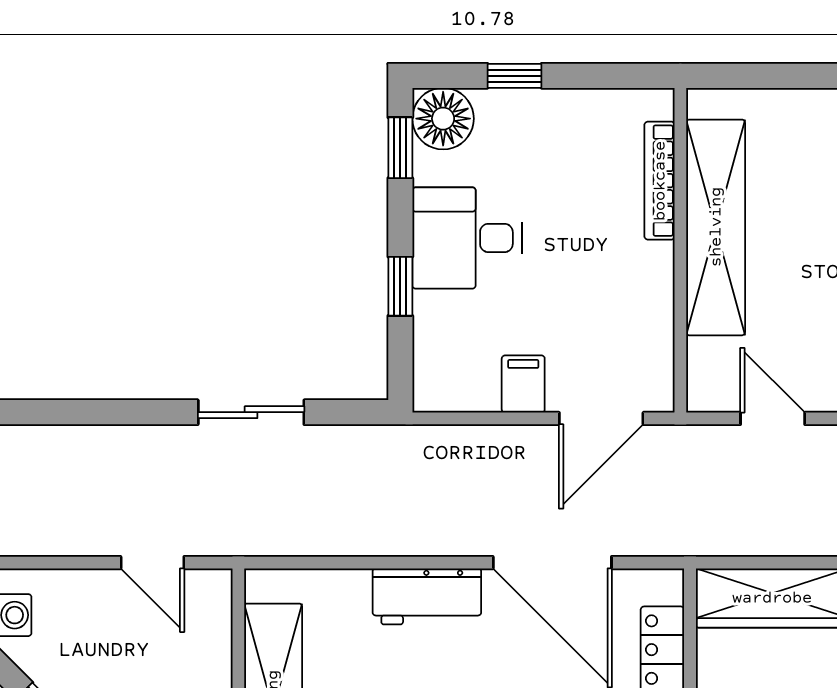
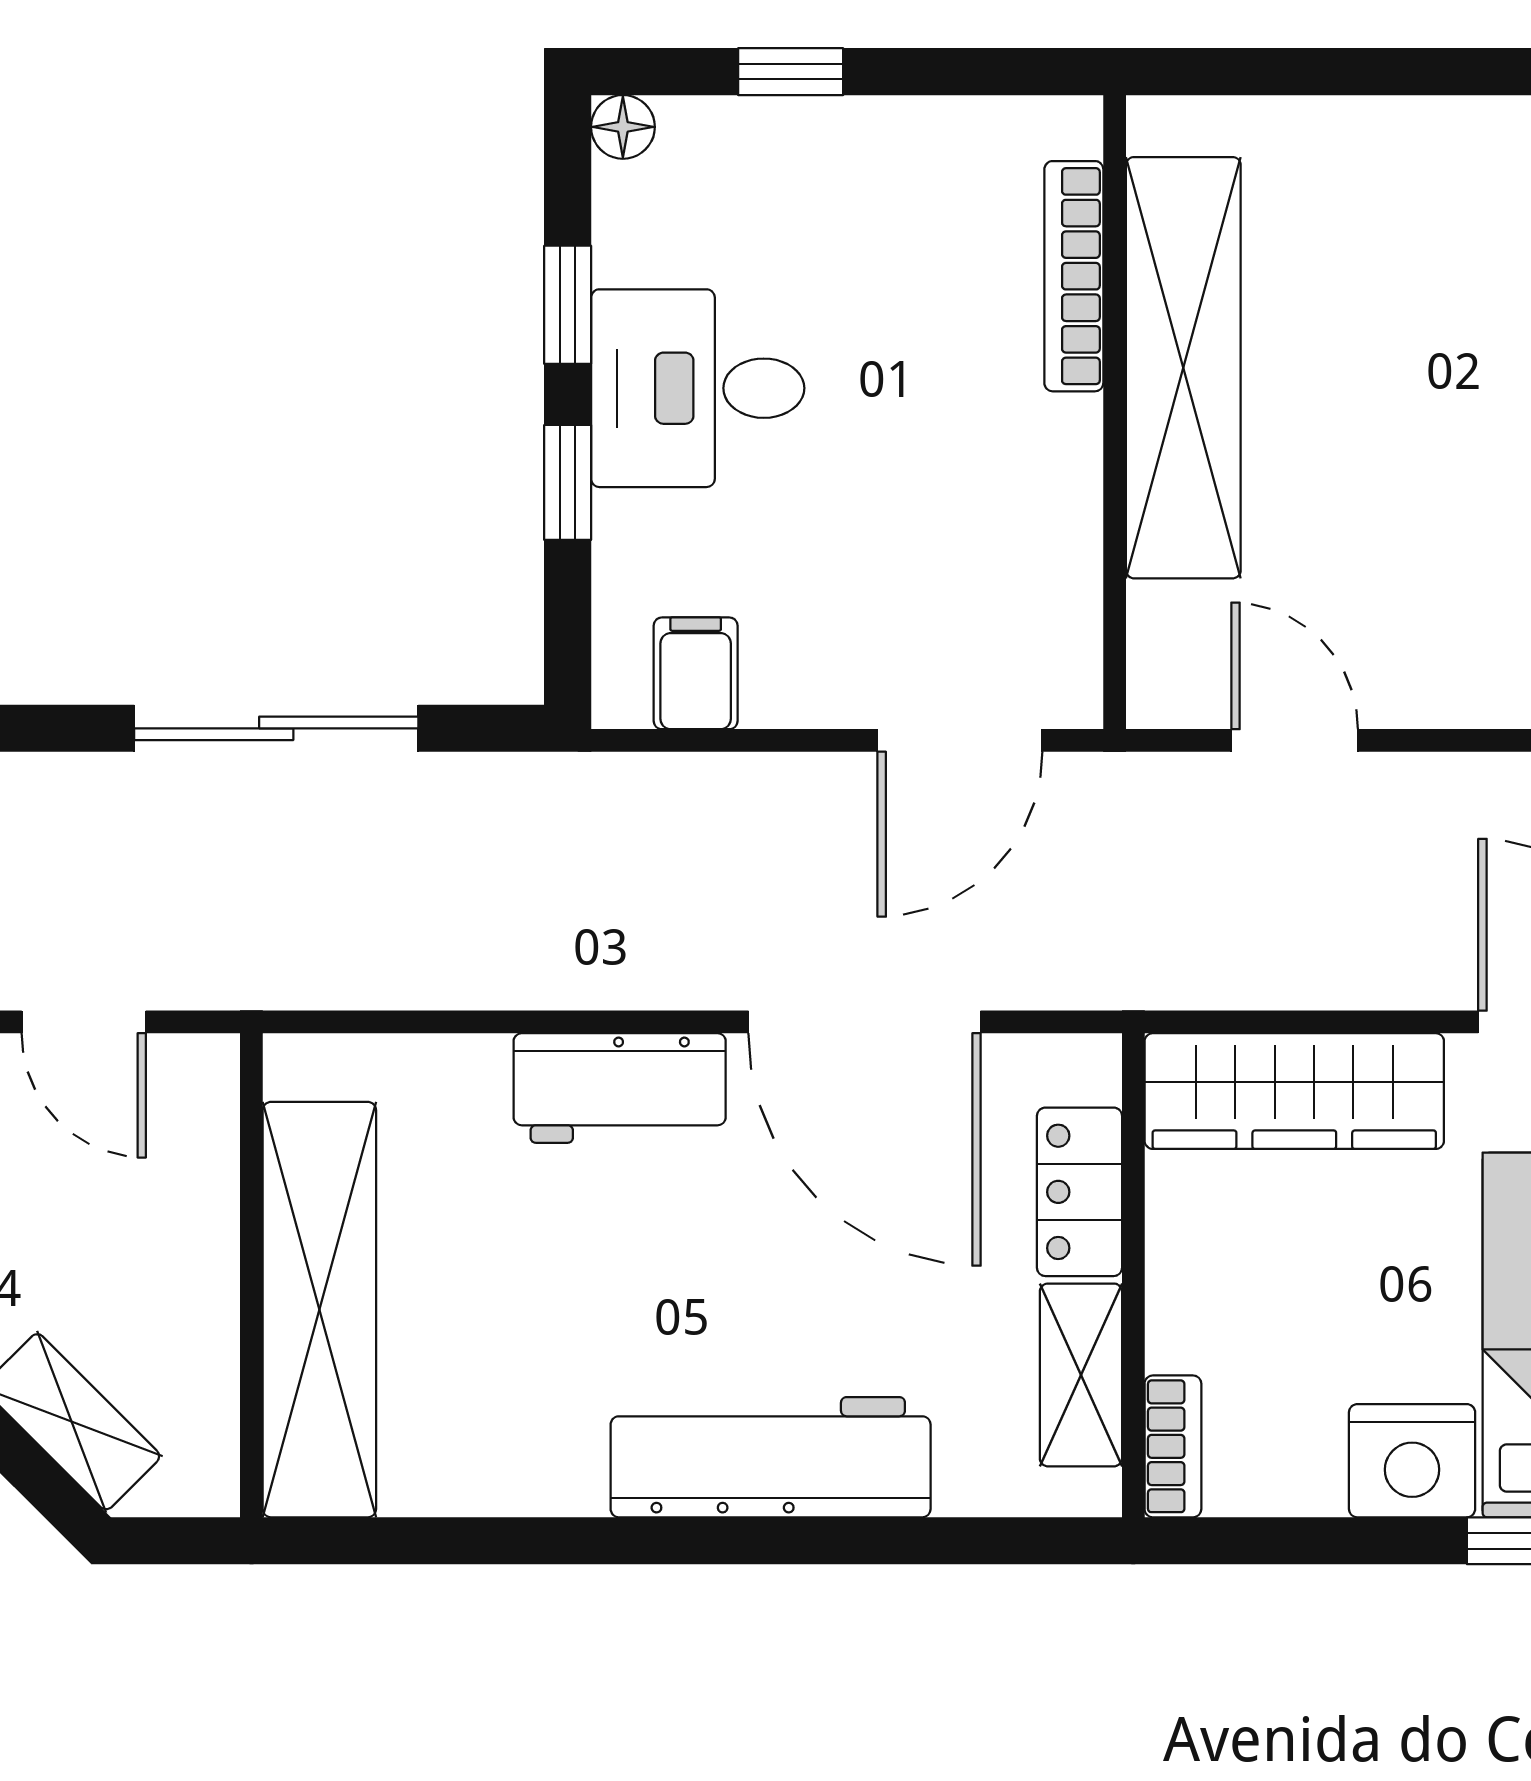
floor lamp: (443, 119) -> (623, 127), width x0.53, depth x0.53
window: (400, 148) -> (568, 305), moved
filing cabinet: (523, 384) -> (696, 673), moved
sliding door: (251, 412) -> (276, 728), width x1.37

